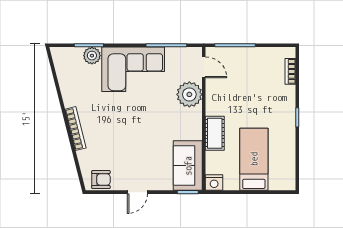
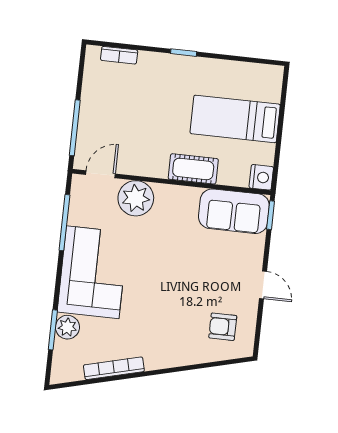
bookcase: (75, 129) -> (114, 368), moved
armchair: (101, 180) -> (223, 327), moved, turned -90

